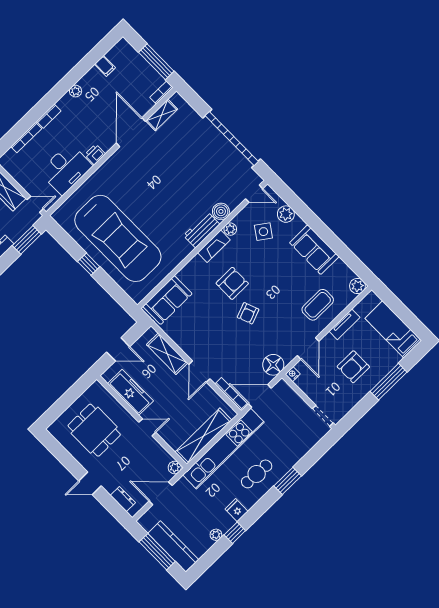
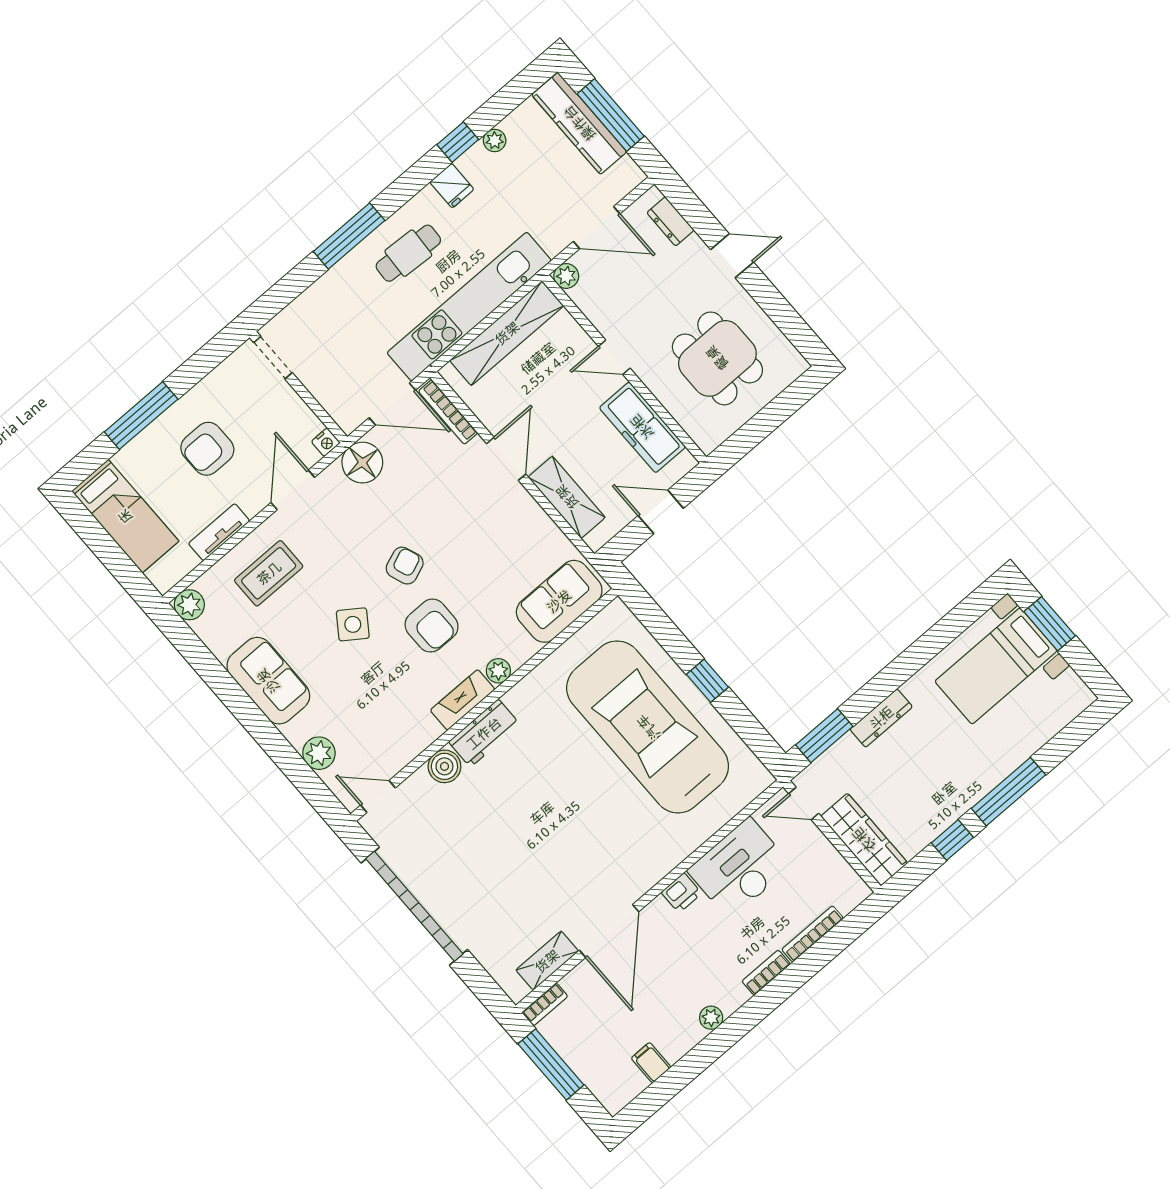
plant: (230, 229) -> (498, 671), moved
side table: (263, 232) -> (353, 624), moved
armchair: (232, 283) -> (432, 626), turned -90
armchair: (353, 367) -> (207, 449), turned 180
window: (288, 481) -> (349, 236), width x1.44

